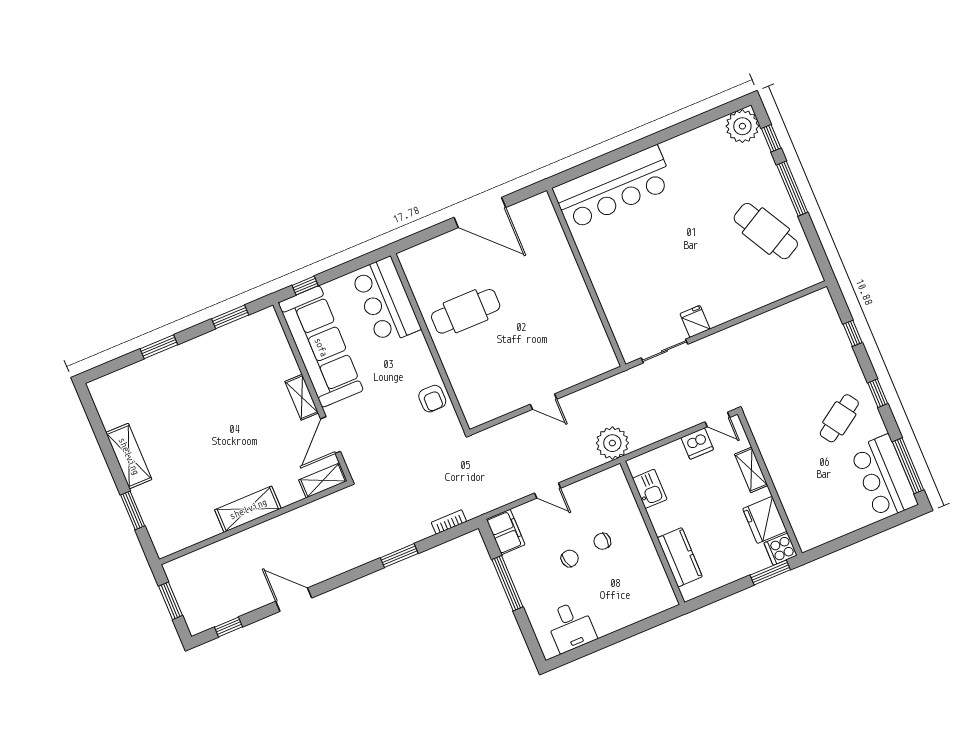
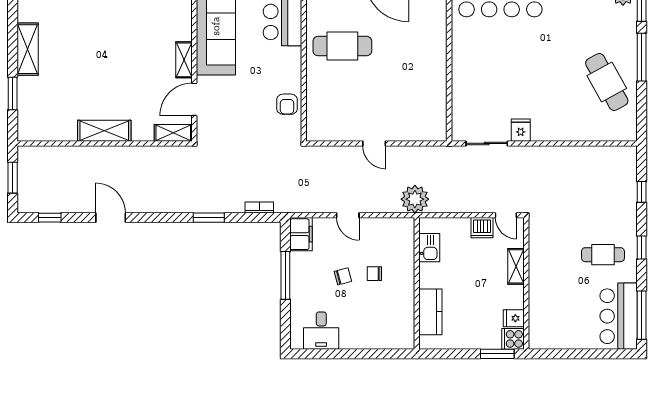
cafe table: (839, 418) -> (603, 255), turned 34
fridge: (765, 520) -> (514, 318), width x0.53, depth x0.75

